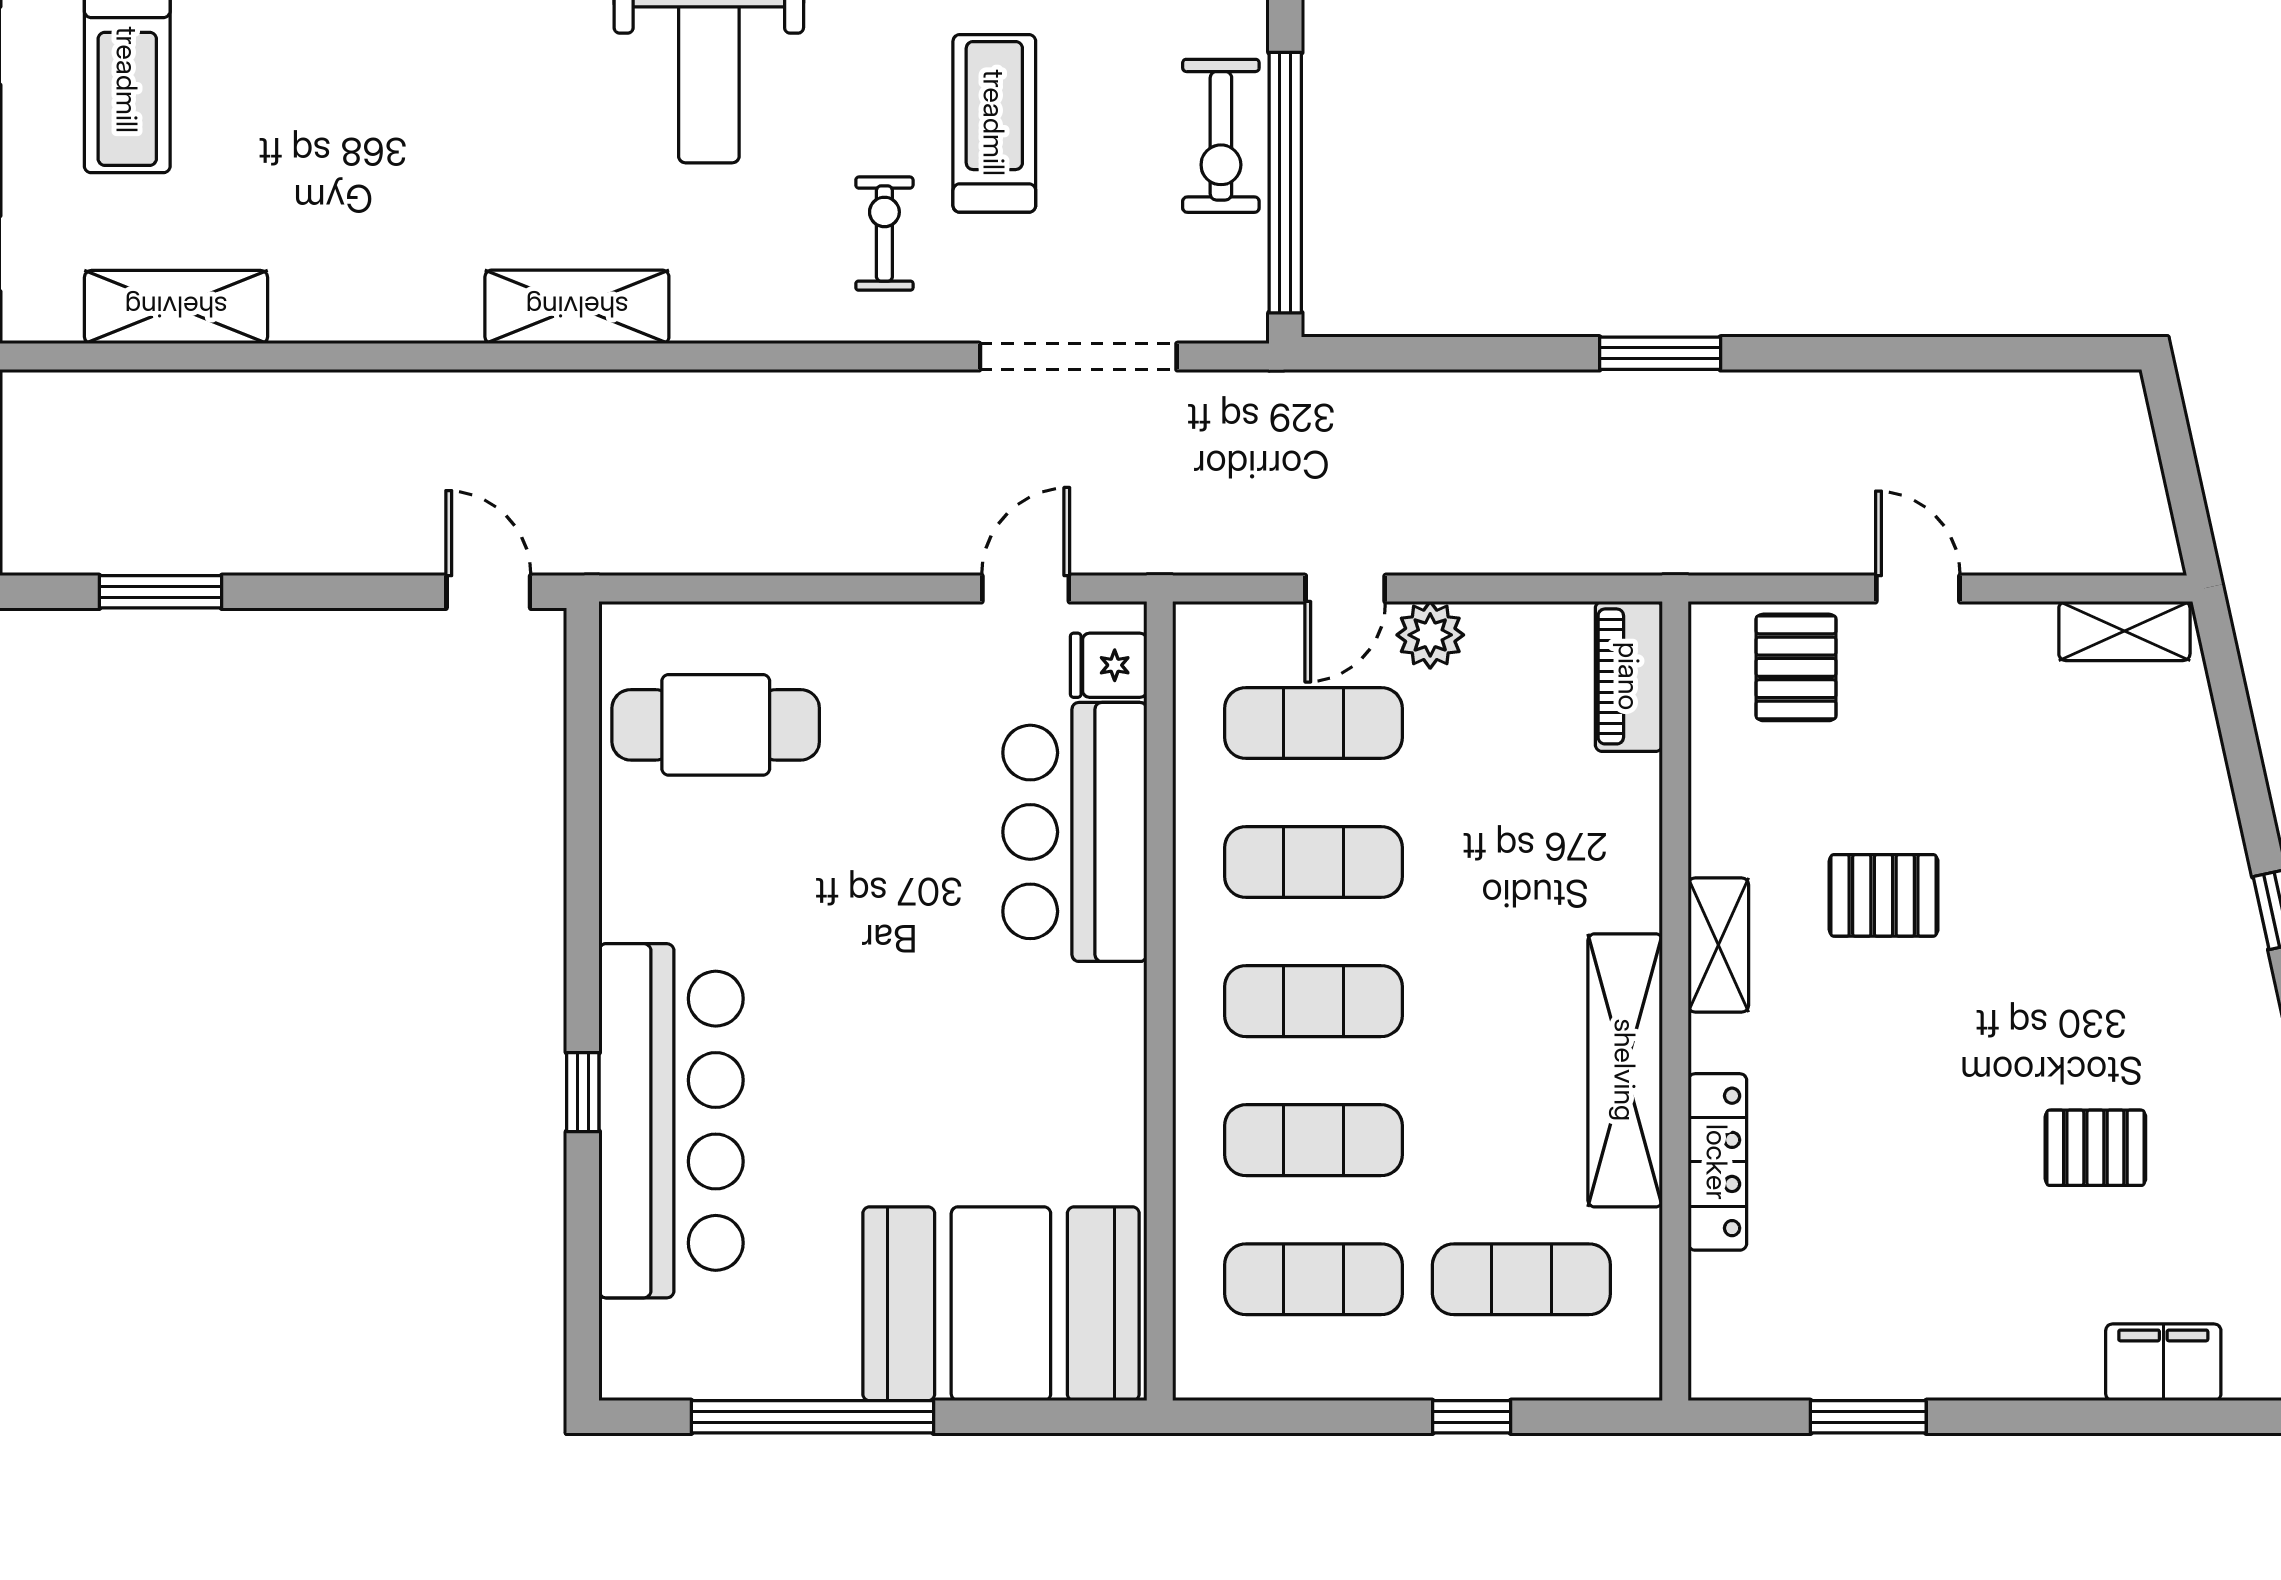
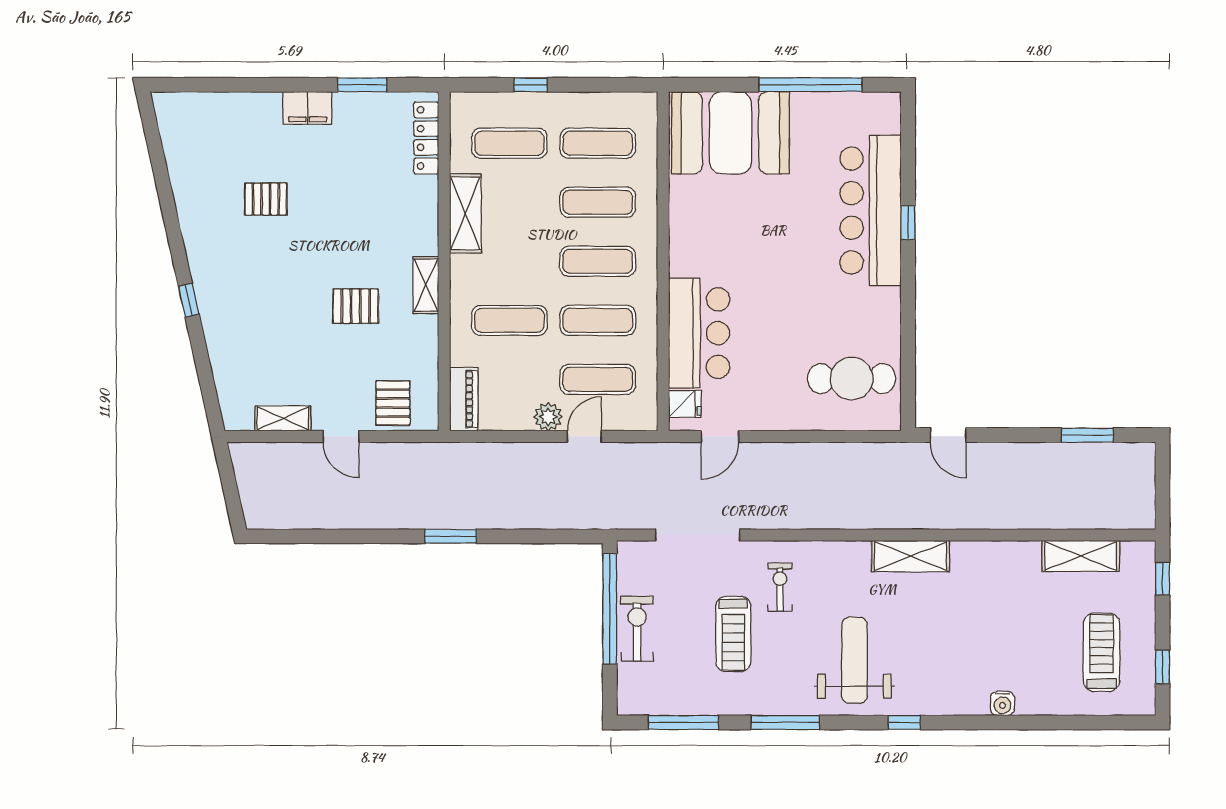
exercise bike: (884, 234) -> (780, 587), turned 180
shelving: (2124, 631) -> (283, 418), moved
exercise mat: (1521, 862) -> (509, 320), added
shelving: (1625, 1070) -> (465, 213), width x0.68
locker: (1717, 1162) -> (426, 138), moved
filing cabinet: (2163, 1362) -> (308, 108), moved

